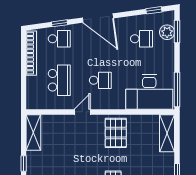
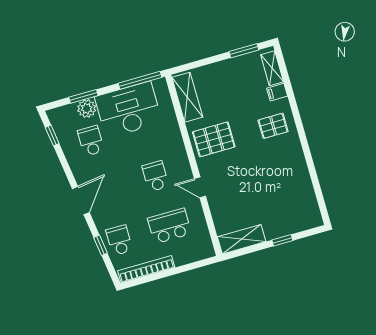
door: (98, 18) -> (81, 201), width x0.73
window: (177, 31) -> (83, 96), moved
plant: (167, 32) -> (87, 109), moved
desk: (149, 92) -> (128, 110), moved, turned -90
shelving: (167, 133) -> (187, 97), moved, turned 90

